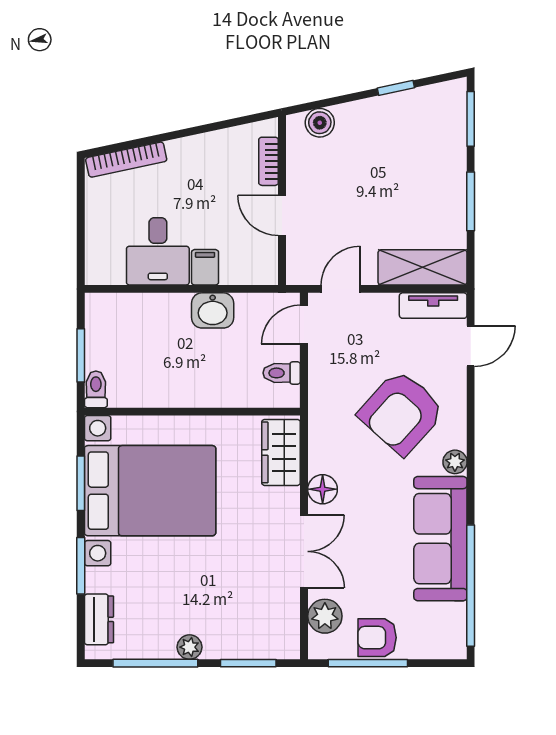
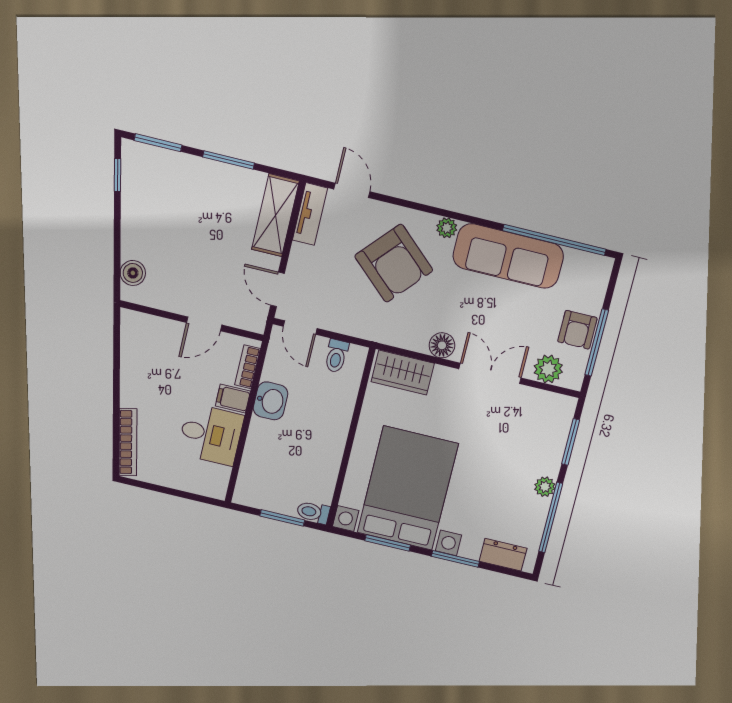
window: (396, 88) -> (118, 175), moved
bookcase: (269, 161) -> (247, 367), moved, turned 90

